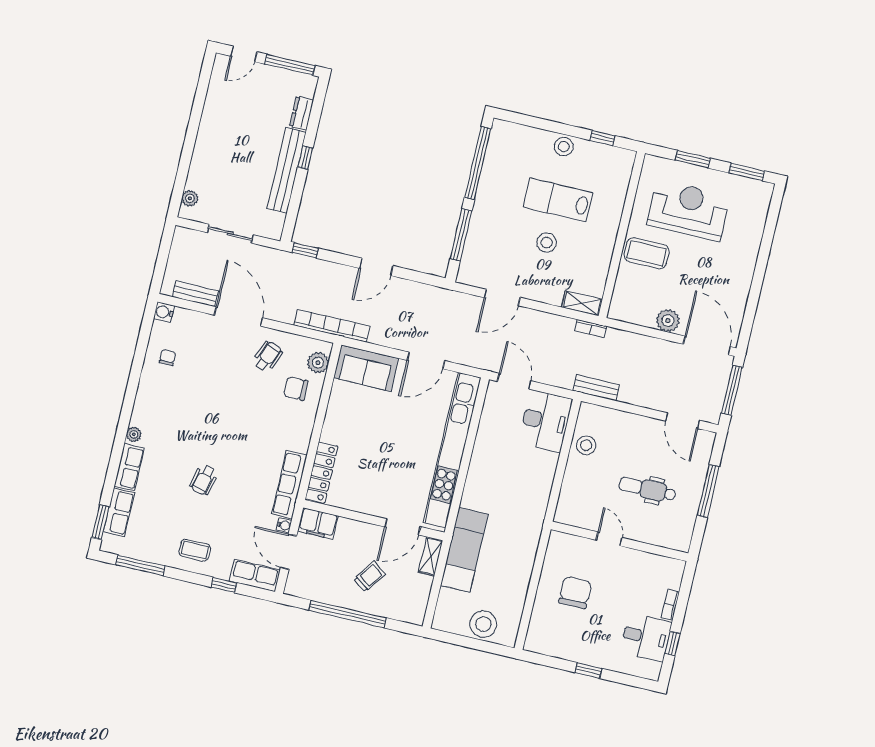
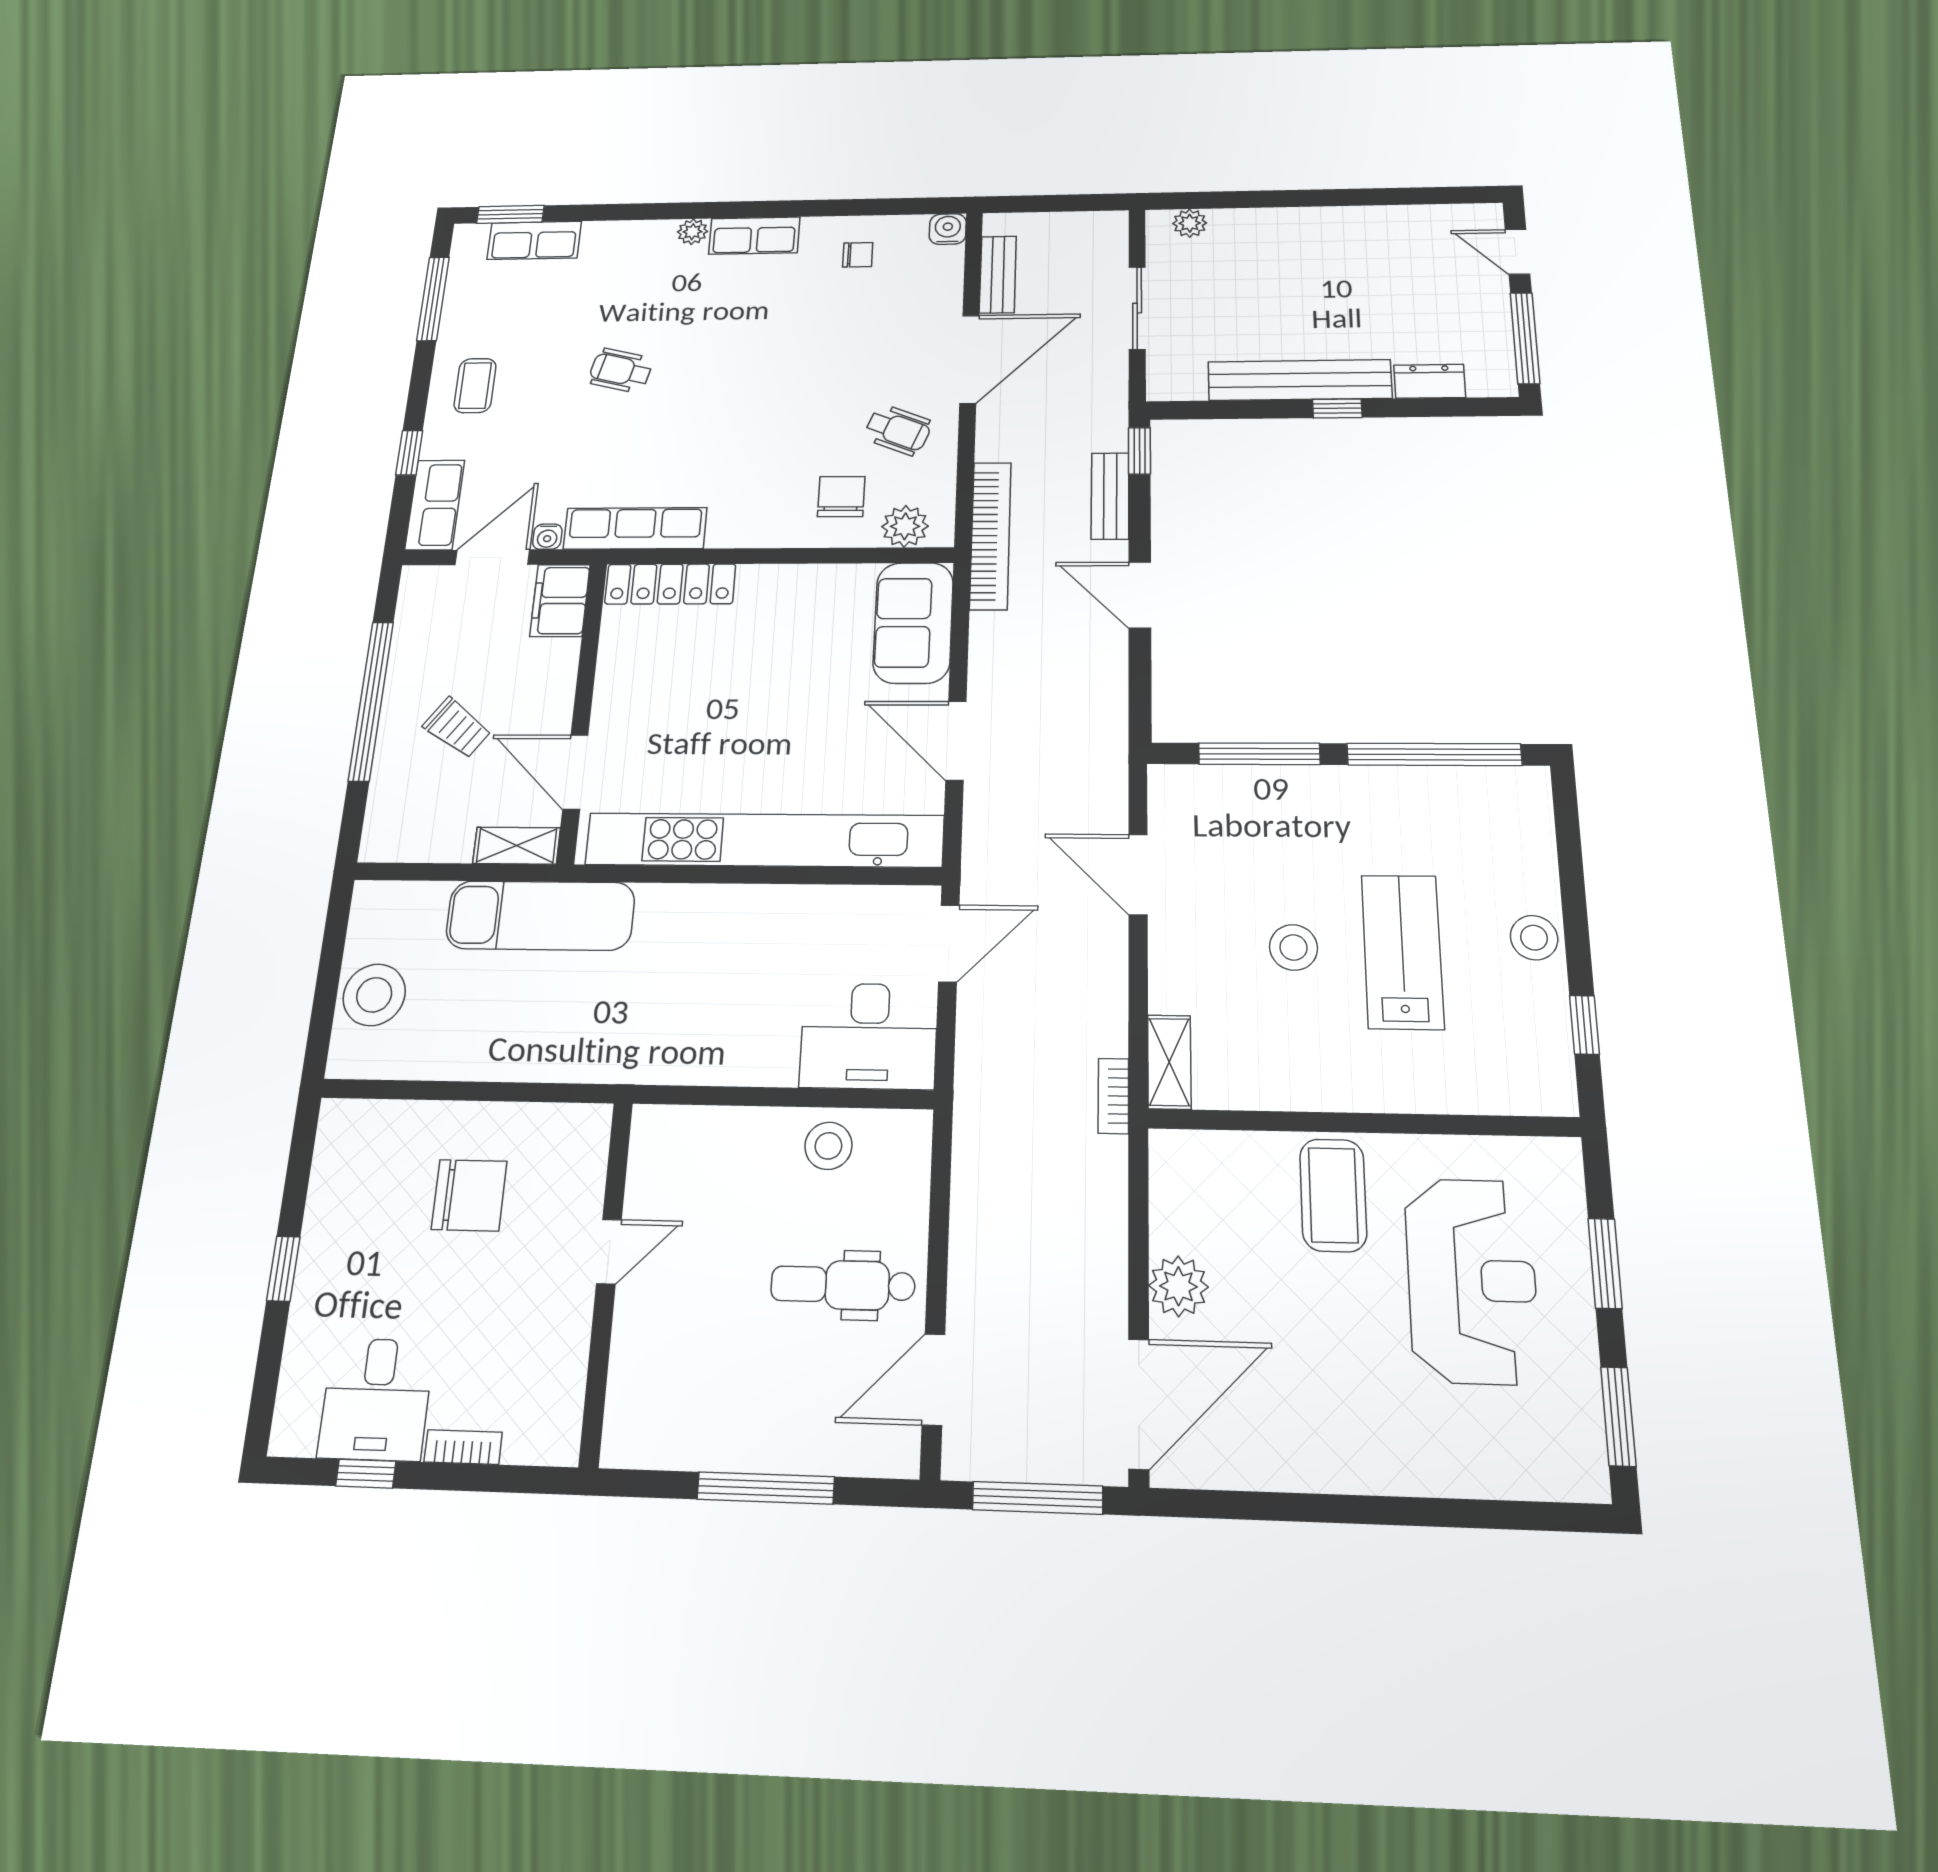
bench: (596, 388) -> (1110, 496), moved
row of seats: (129, 467) -> (754, 236), moved
dental chair: (647, 489) -> (843, 1285), moved, turned -90

